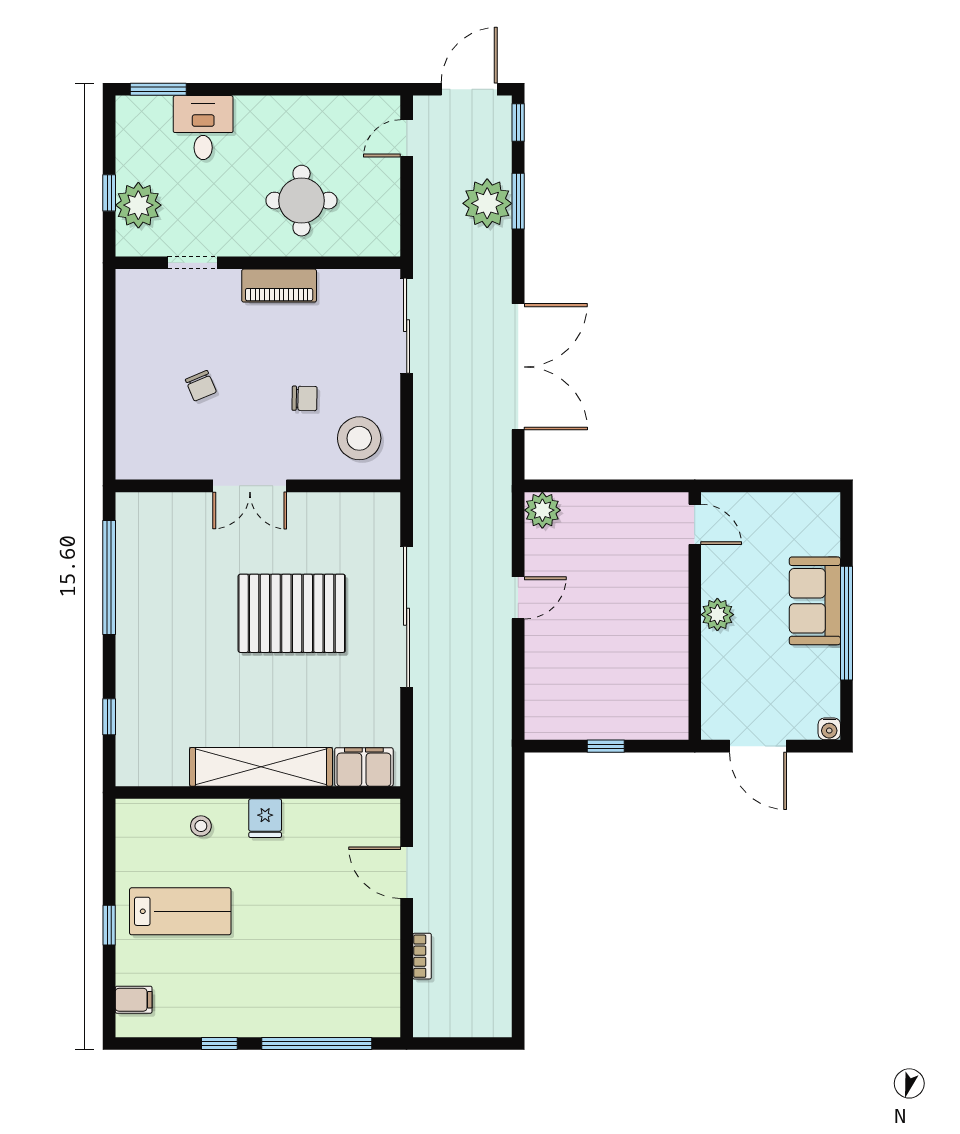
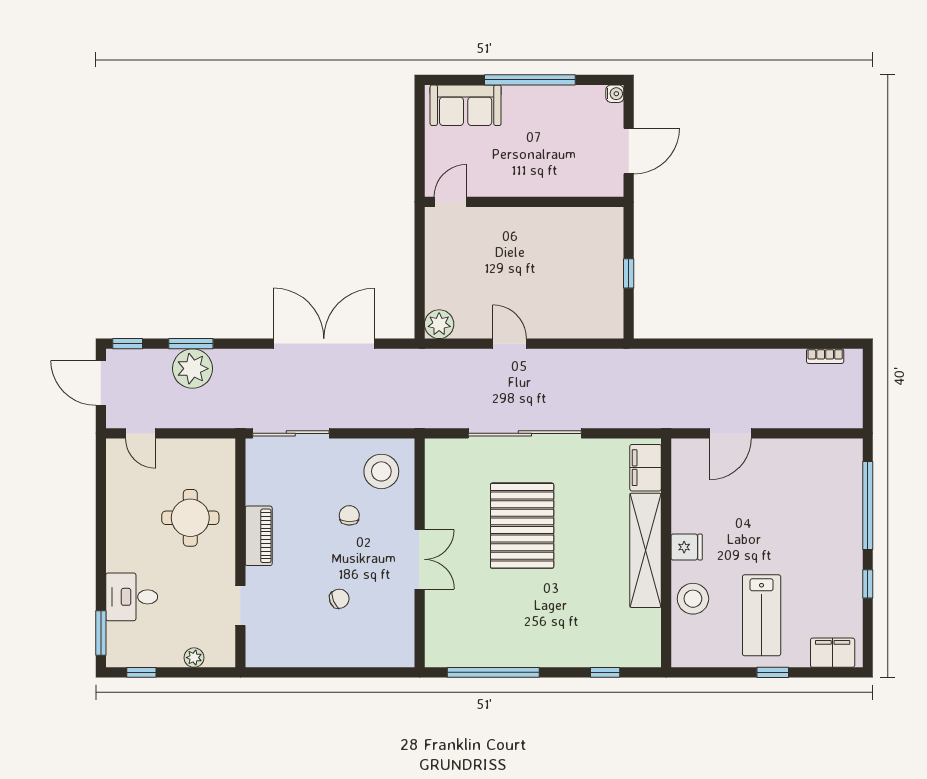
window: (109, 193) -> (141, 672), moved
plant: (138, 205) -> (194, 658), width x0.53, depth x0.53
sofa: (815, 601) -> (466, 105), moved
plant: (717, 615) -> (523, 184), removed
stool: (201, 826) -> (693, 599), width x1.89, depth x1.89
lab bench: (180, 911) -> (762, 615), turned 180
bookcase: (422, 956) -> (825, 356), moved, turned 180
filing cabinet: (134, 1000) -> (833, 653), width x2.00

